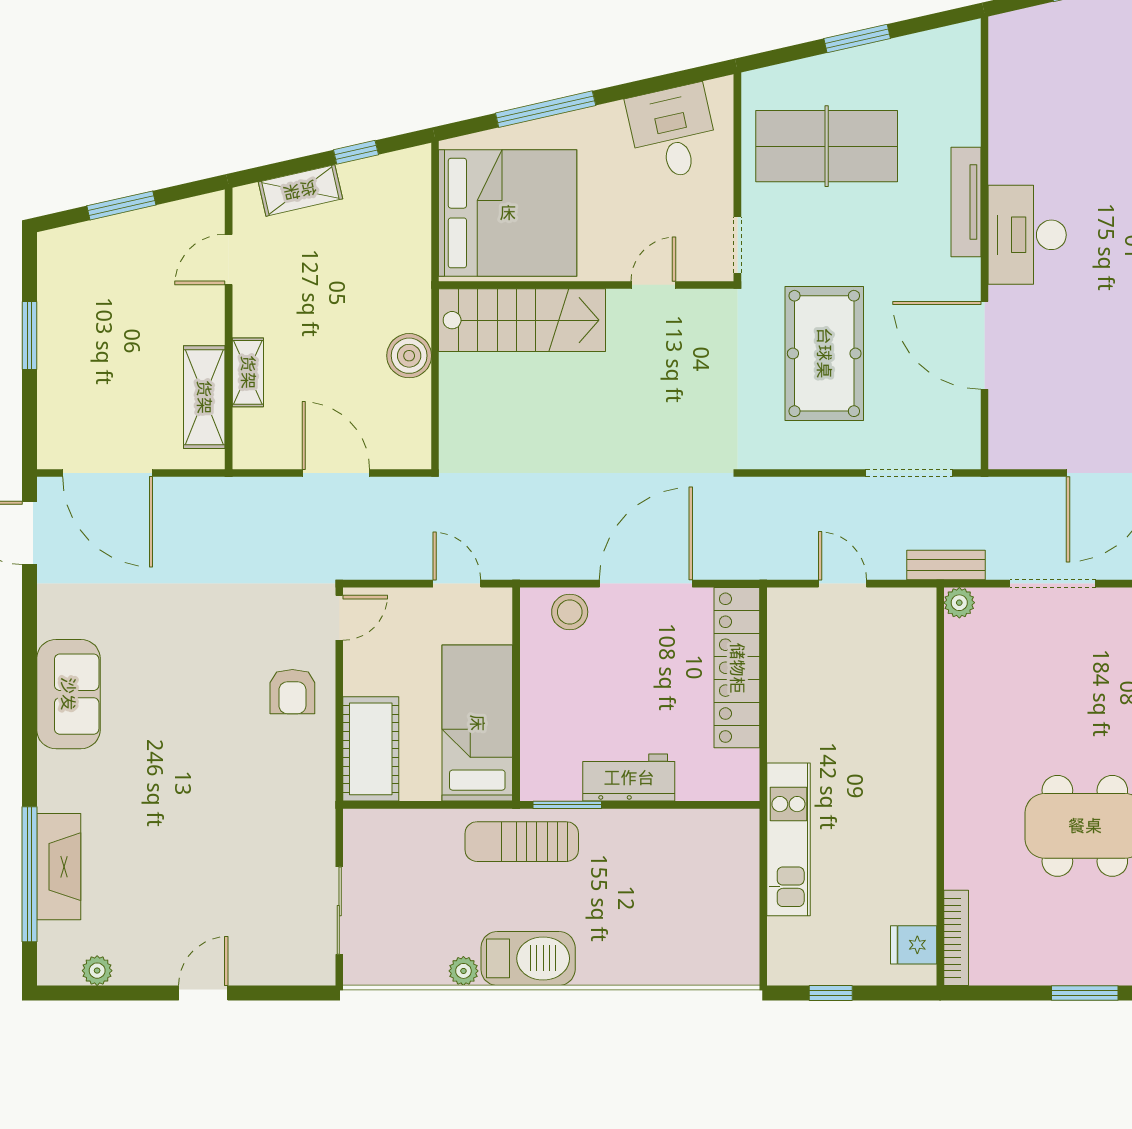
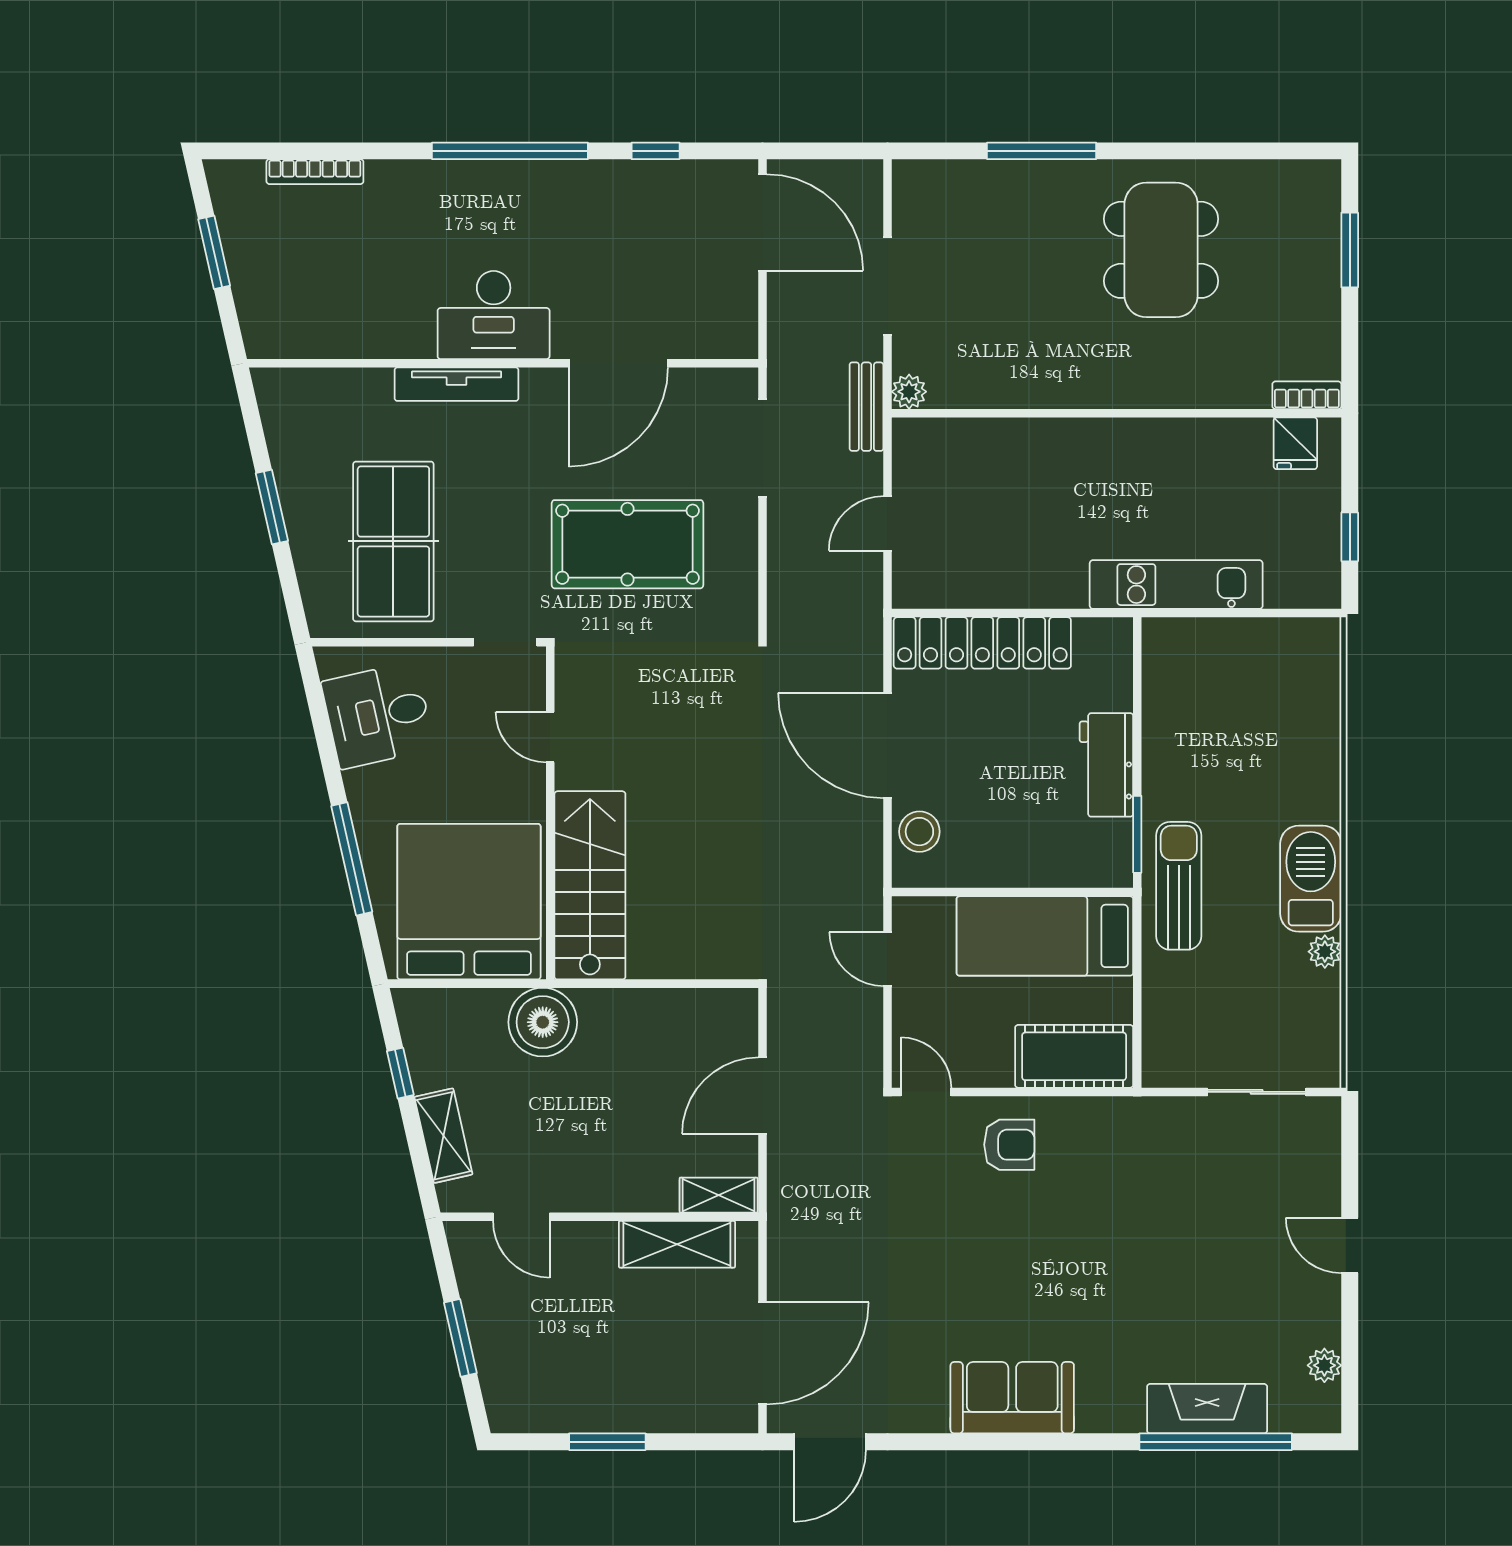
boiler: (409, 356) -> (543, 1022), moved, width x1.37, depth x1.37
shelving: (248, 372) -> (719, 1195), moved
door: (457, 584) -> (888, 959), hinge flipped
sun lounger: (522, 842) -> (1179, 886), turned 180
bookcase: (956, 938) -> (1307, 395), width x0.64

